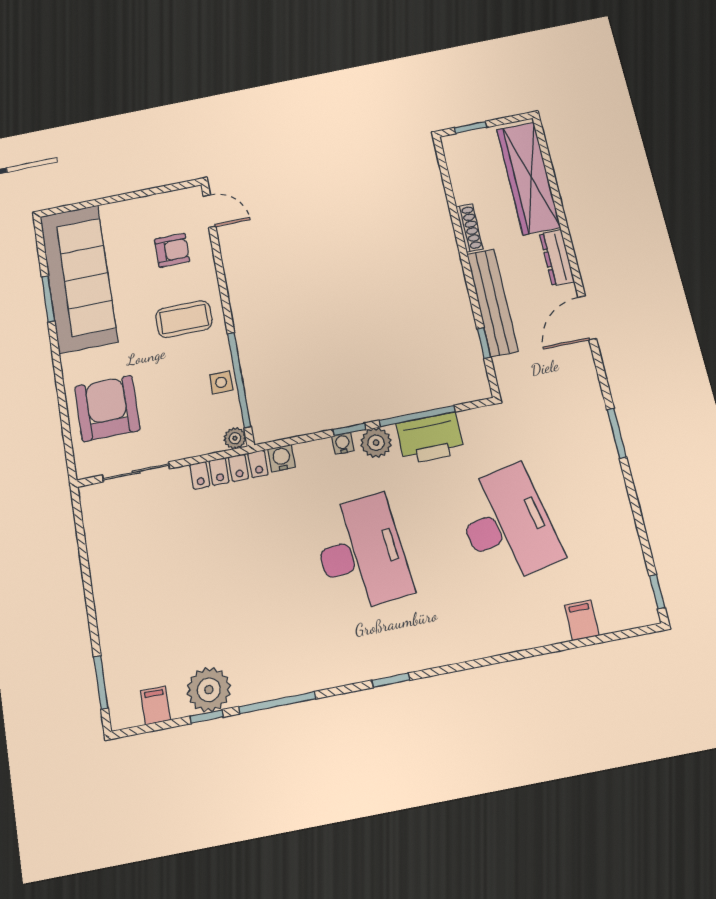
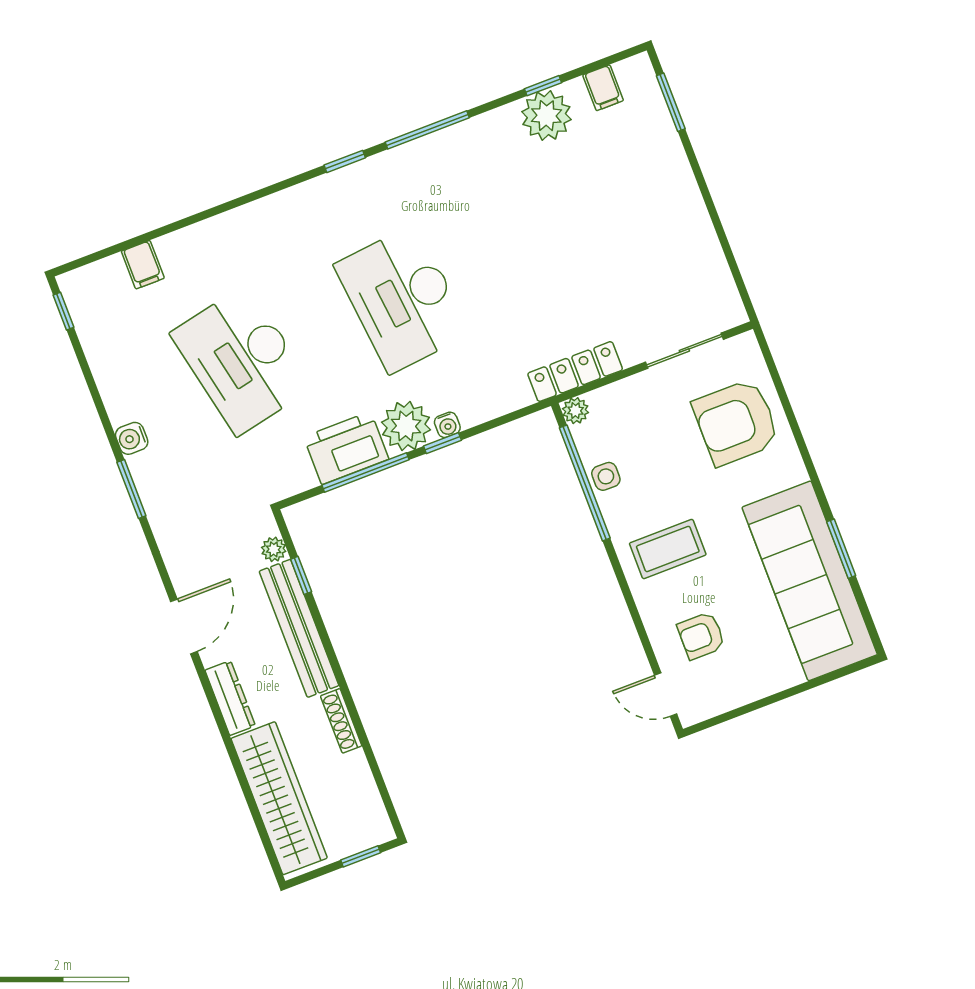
plant: (504, 367) -> (274, 549), added
armchair: (107, 408) -> (736, 422), turned 90
plant: (376, 443) -> (406, 426), width x1.36, depth x1.36
water cooler: (282, 458) -> (132, 438), moved, turned 90
window: (277, 703) -> (427, 130), moved

